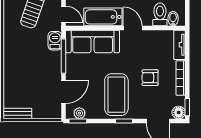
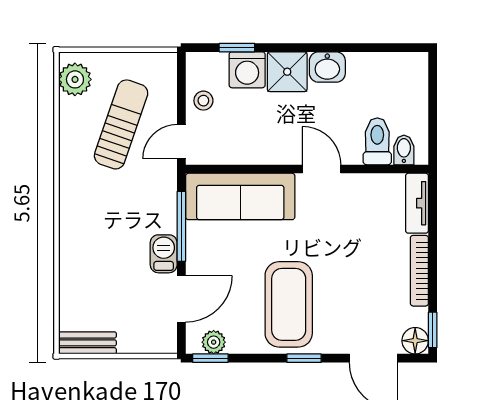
door: (64, 15) -> (181, 142), swing flipped
bathtub: (103, 17) -> (261, 147), removed
barbecue: (55, 41) -> (164, 254), moved
armchair: (150, 78) -> (357, 270), removed

